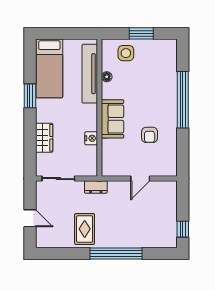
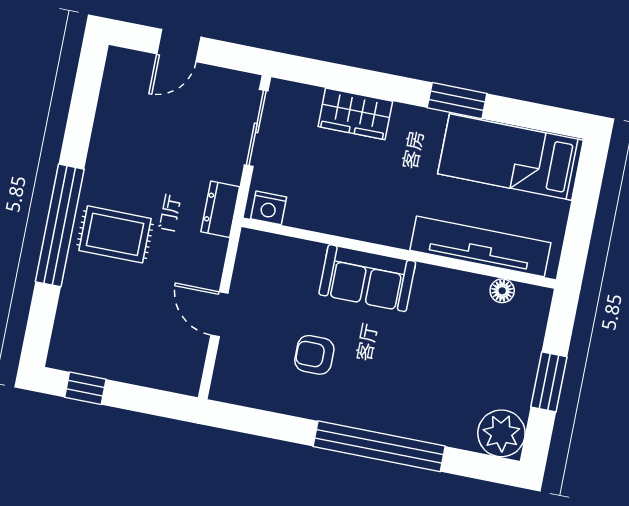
plant: (167, 49) -> (501, 433), added
side table: (126, 53) -> (511, 338), removed
floor lamp: (107, 77) -> (502, 291), moved
nightstand: (91, 138) -> (269, 208), moved
rug: (85, 229) -> (115, 234), moved

